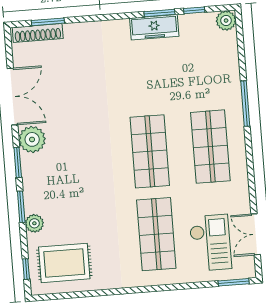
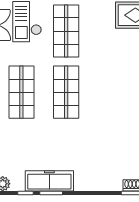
freezer: (154, 27) -> (49, 181), width x1.36, depth x1.26

